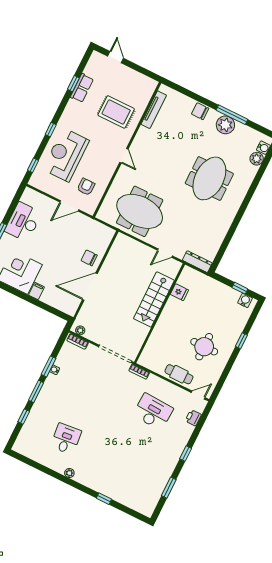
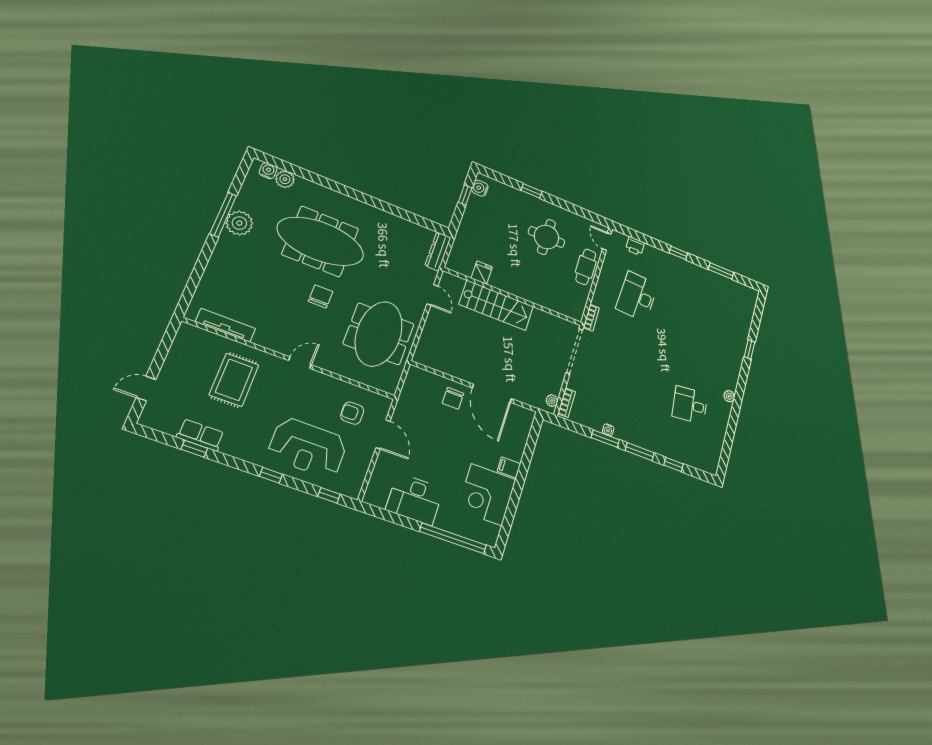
chair: (200, 111) -> (321, 296), moved, turned 180
meeting table: (209, 178) -> (320, 241), width x1.36

